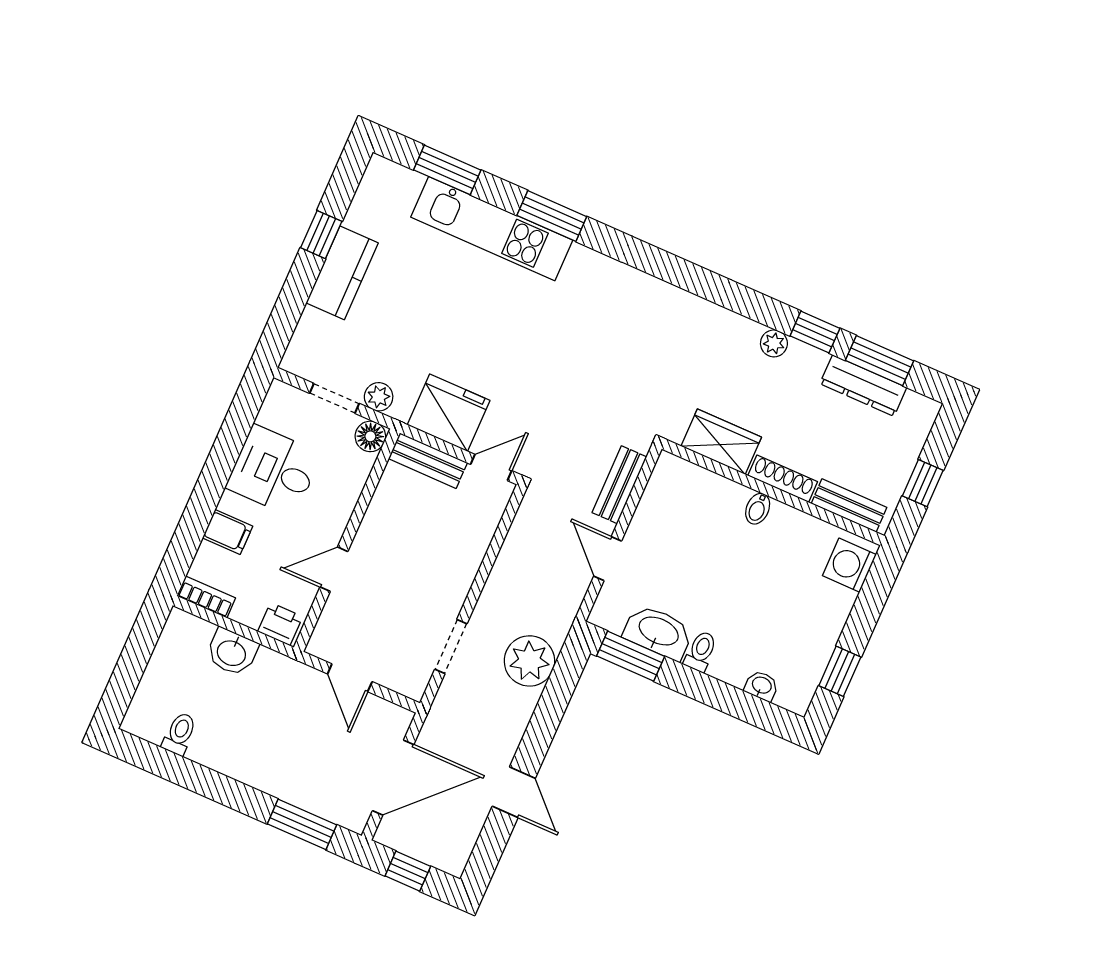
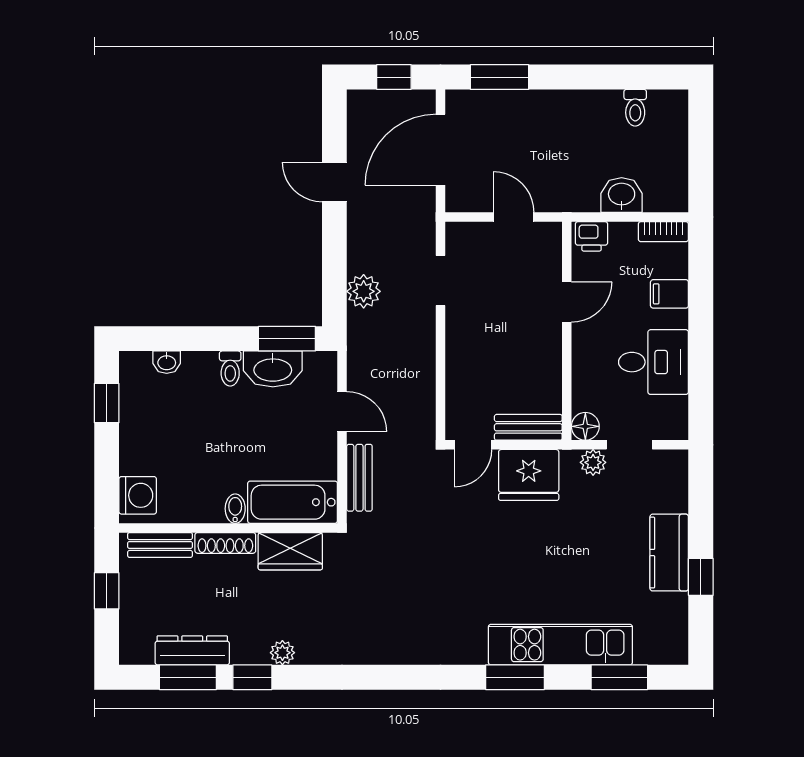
bathtub: (697, 490) -> (293, 502), added
plant: (529, 661) -> (364, 291), width x0.73, depth x0.73

